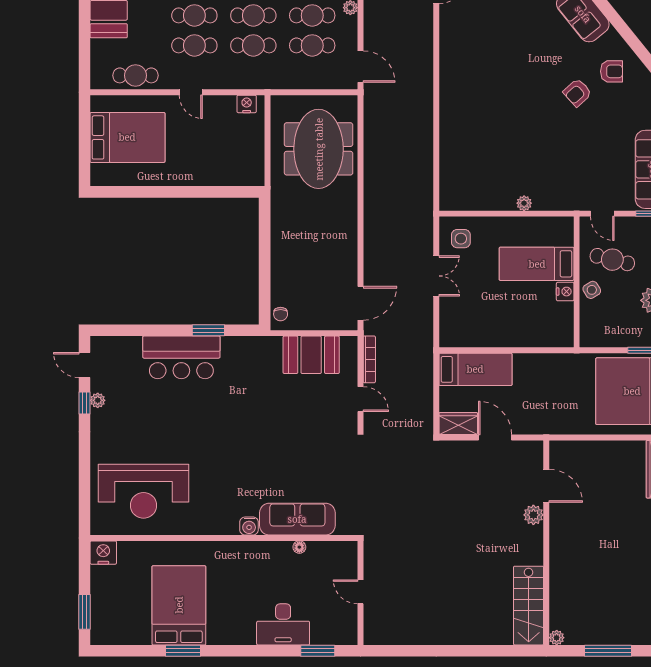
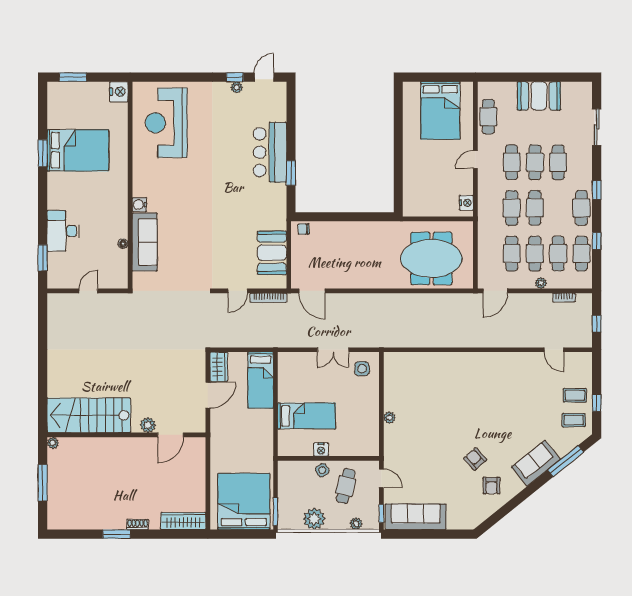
door: (602, 214) -> (381, 478), swing flipped
bed: (537, 264) -> (307, 416), moved, turned 90
stairs: (529, 606) -> (89, 415), width x1.36, depth x1.51

